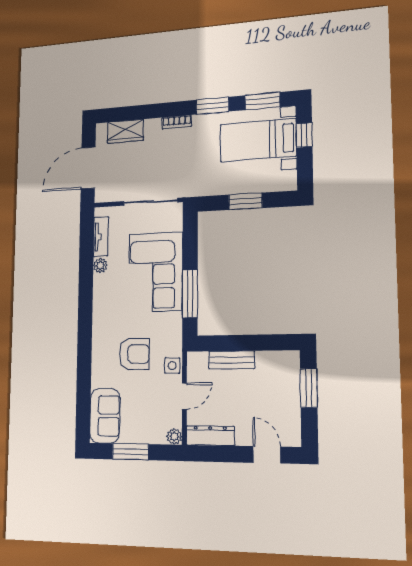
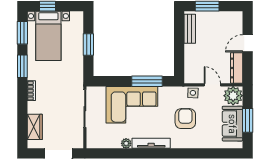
tv unit: (101, 237) -> (151, 143), moved, width x1.41
bench: (232, 360) -> (190, 29), moved
sofa: (105, 416) -> (232, 124), moved, turned -90
plant: (174, 436) -> (233, 96), width x1.88, depth x1.88
door: (267, 455) -> (248, 43), moved

